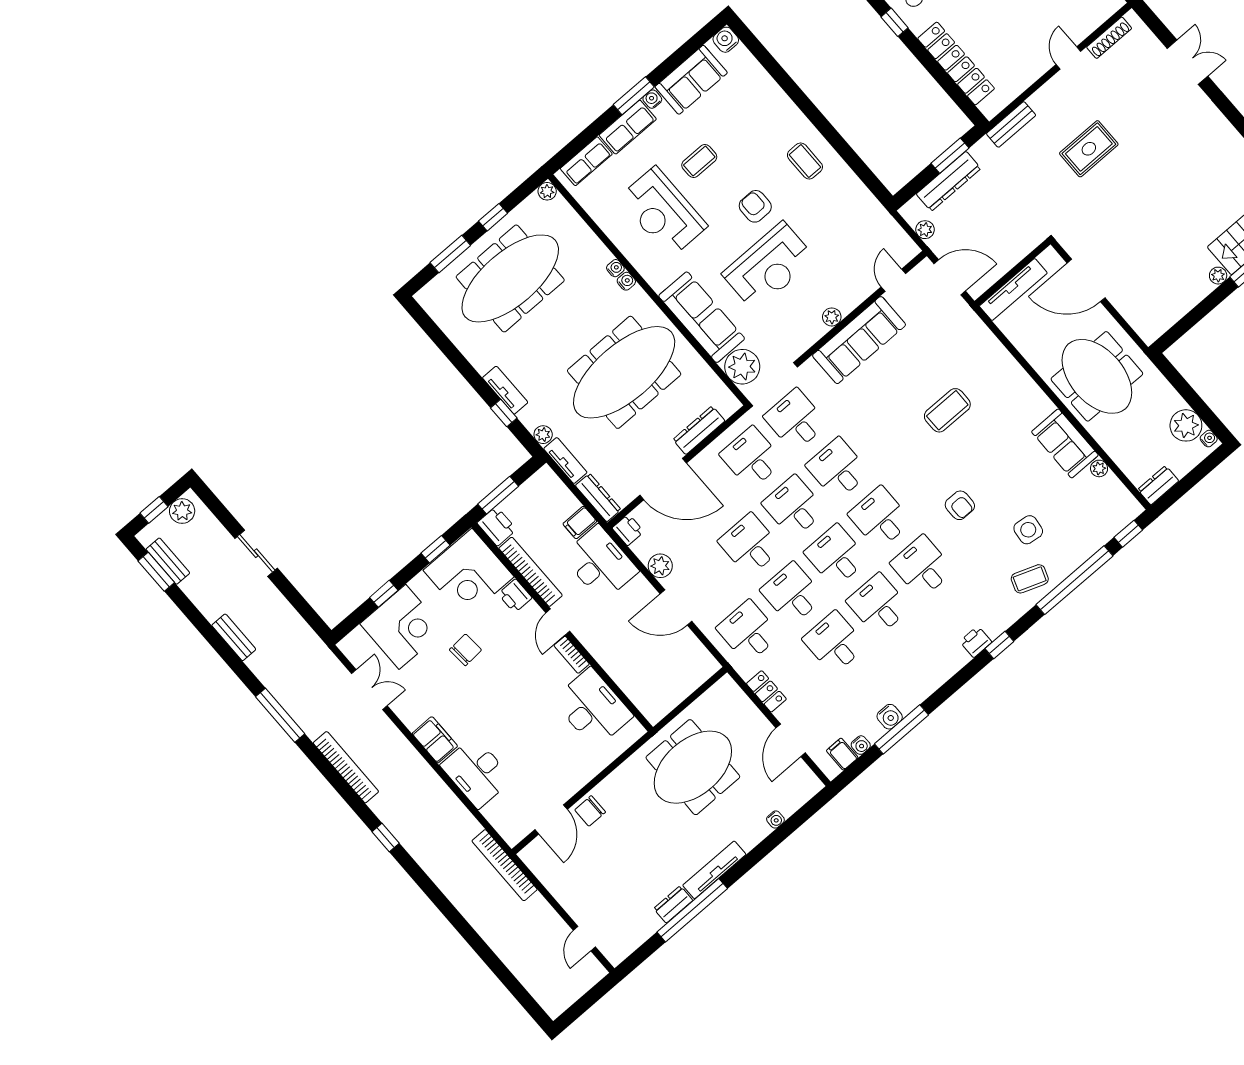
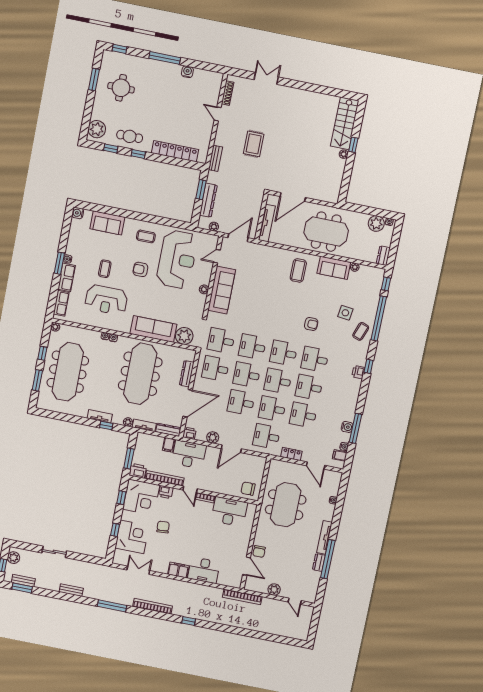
sofa: (691, 80) -> (107, 223), moved, turned 90
reception desk: (769, 266) -> (177, 259), moved, width x1.36, depth x1.30
door: (893, 280) -> (217, 256), hinge flipped
coffee table: (947, 410) -> (298, 270), moved
chair: (652, 694) -> (248, 489), added
plant: (566, 893) -> (274, 590), added

